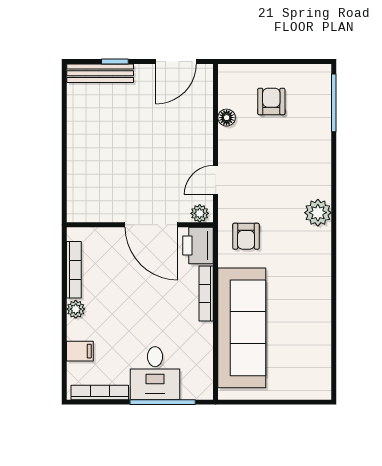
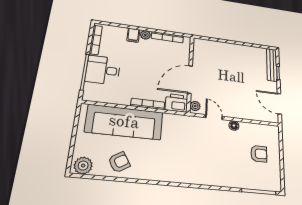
floor lamp: (227, 118) -> (234, 125), moved
plant: (318, 213) -> (83, 166), moved
armchair: (246, 236) -> (119, 162), moved, turned 149
filing cabinet: (80, 351) -> (133, 35), moved

